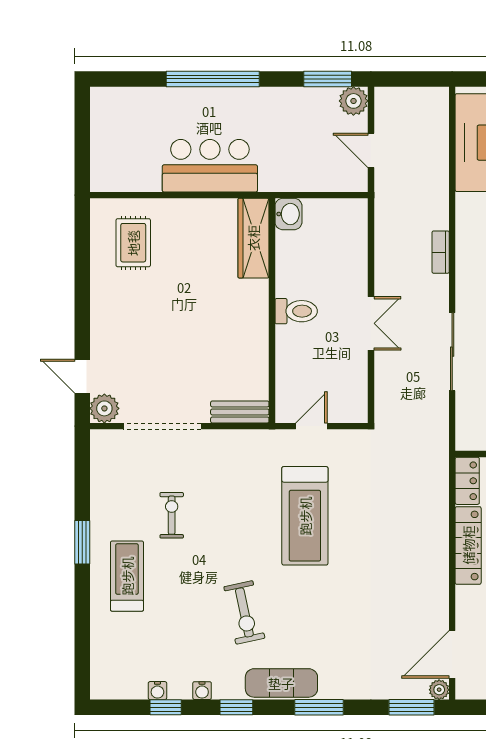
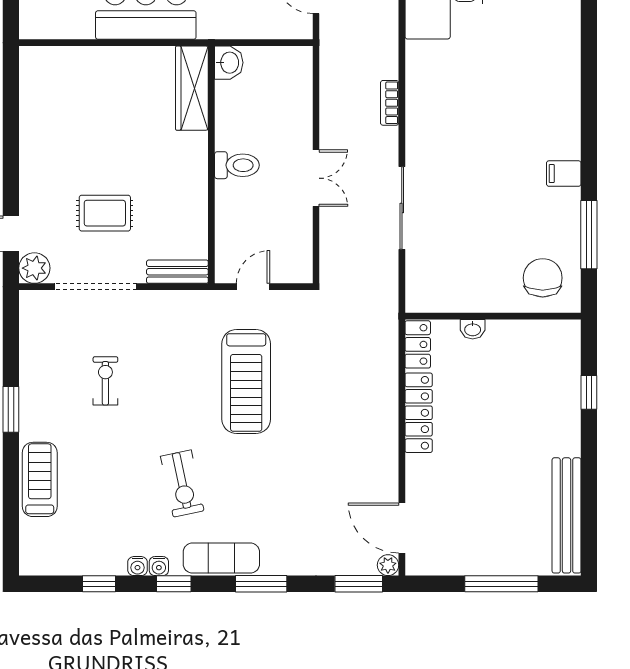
rug: (133, 243) -> (105, 213), moved, turned 90
treadmill: (127, 576) -> (40, 479), moved
door: (452, 654) -> (402, 528), hinge flipped
water cooler: (157, 691) -> (159, 566), moved

